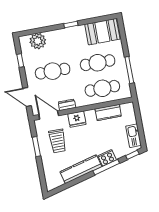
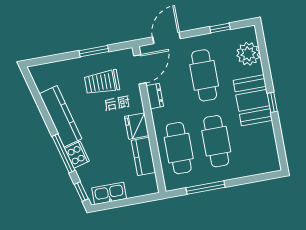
booth: (102, 32) -> (253, 100), moved
fridge: (77, 119) -> (137, 126), moved

